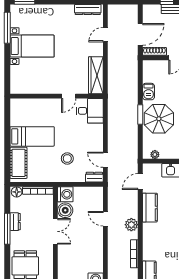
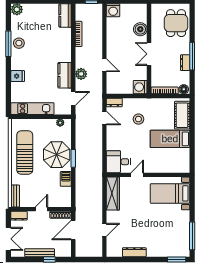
dresser: (88, 10) -> (134, 252), moved
bed with nightstands: (32, 46) -> (170, 193), moved
boiler: (65, 210) -> (140, 29), moved
plant: (131, 225) -> (81, 74), moved

